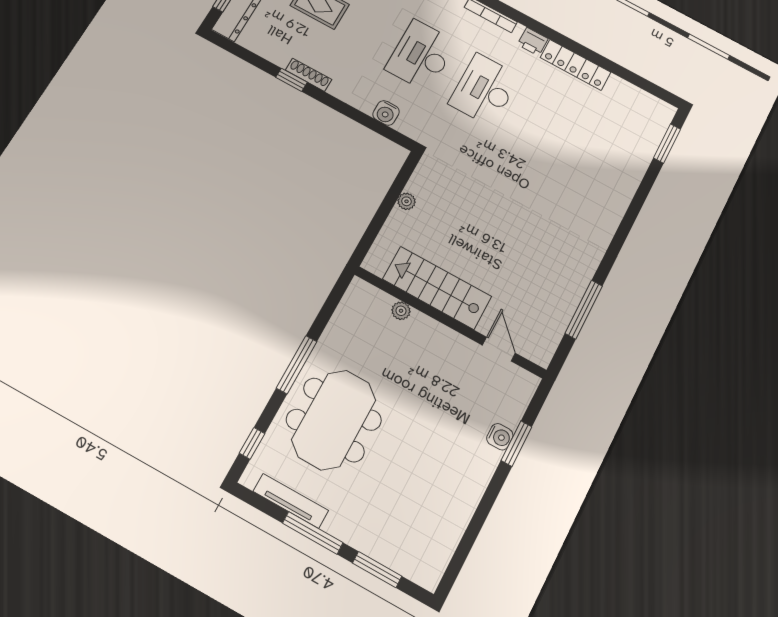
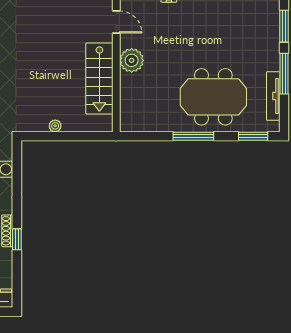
plant: (401, 311) -> (132, 60), moved, width x1.87, depth x1.87
door: (499, 349) -> (116, 22), swing flipped
window: (252, 443) -> (253, 136), width x1.50

